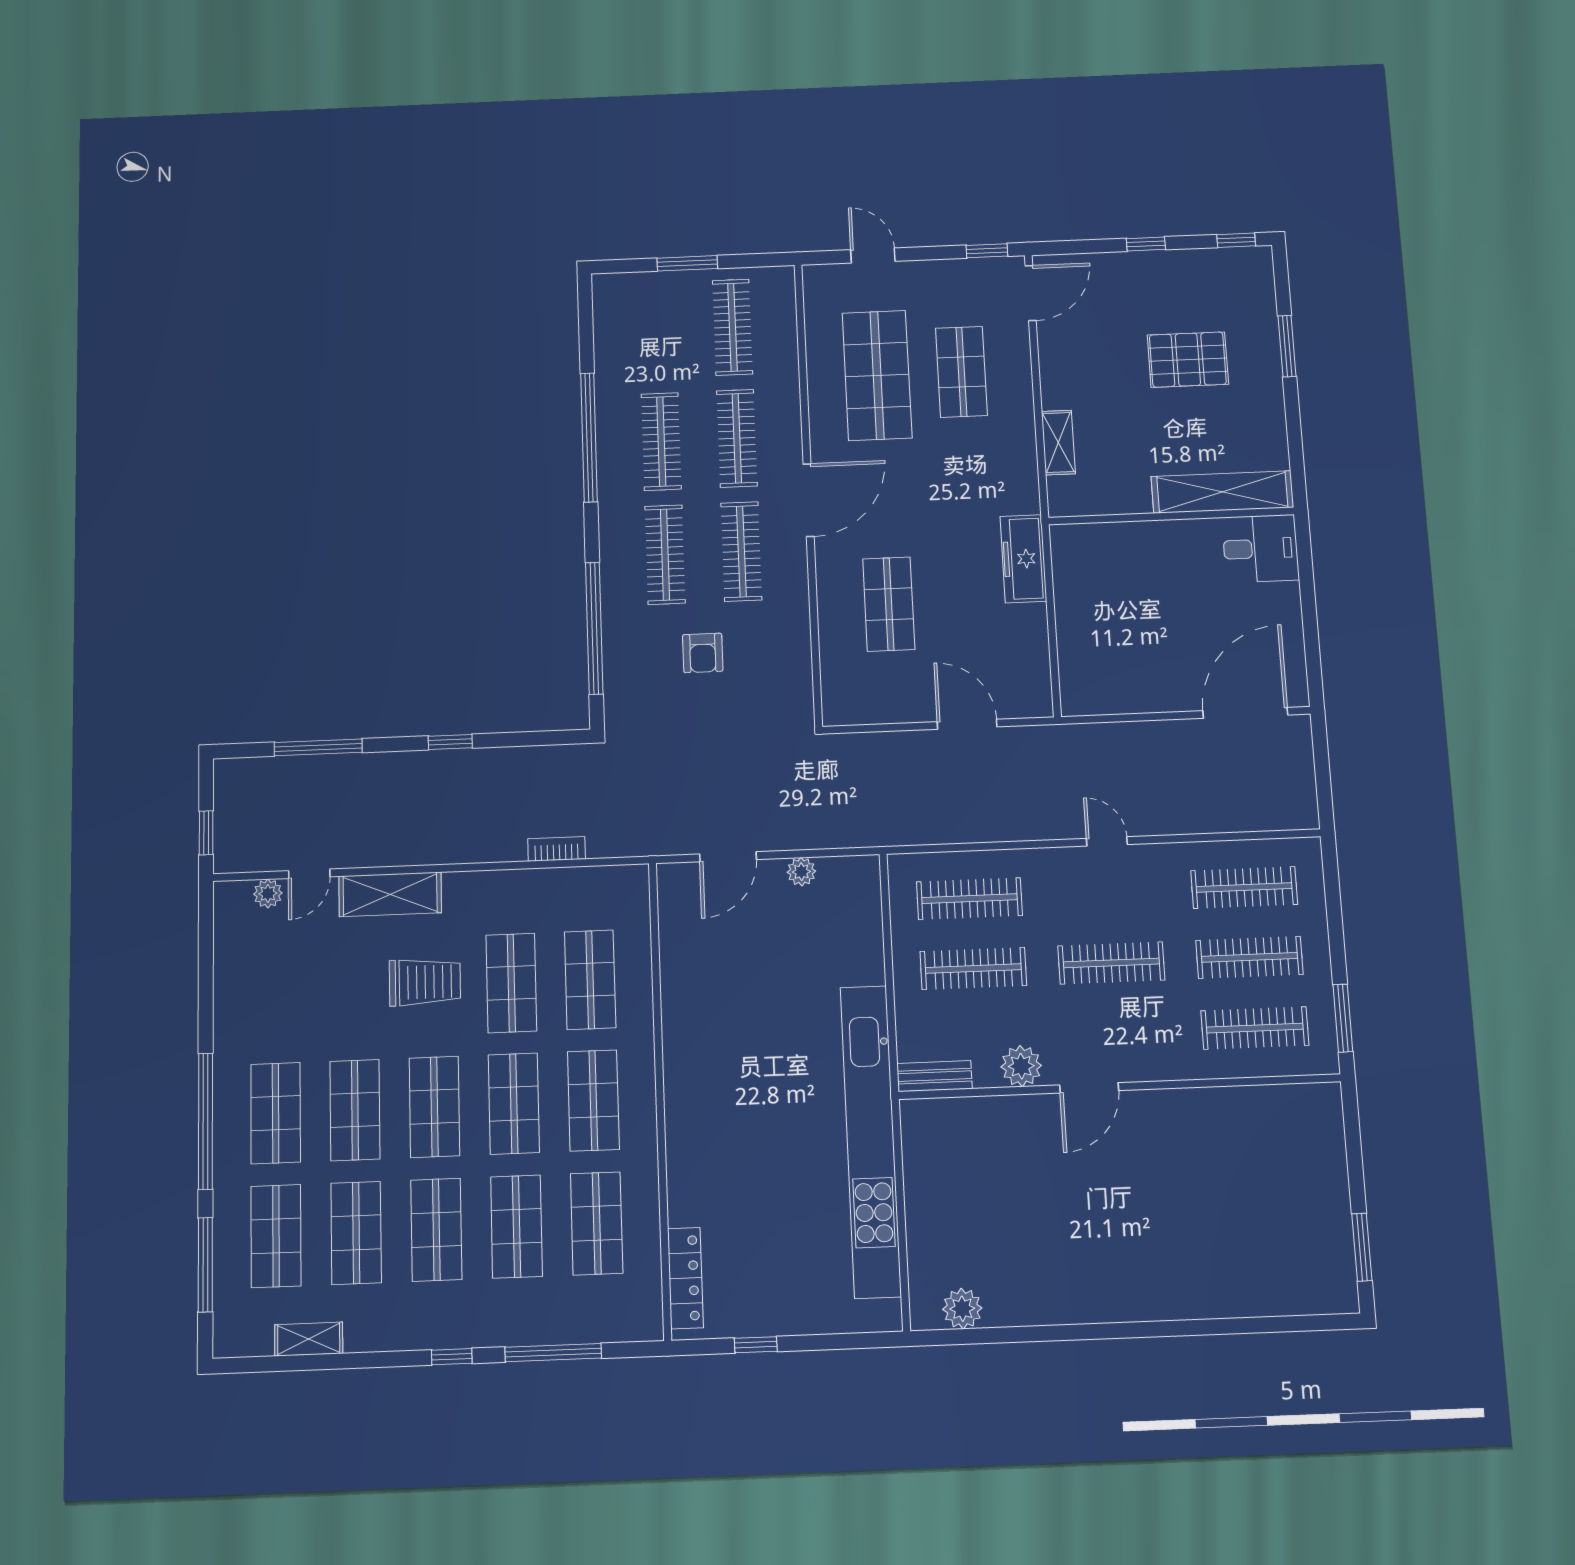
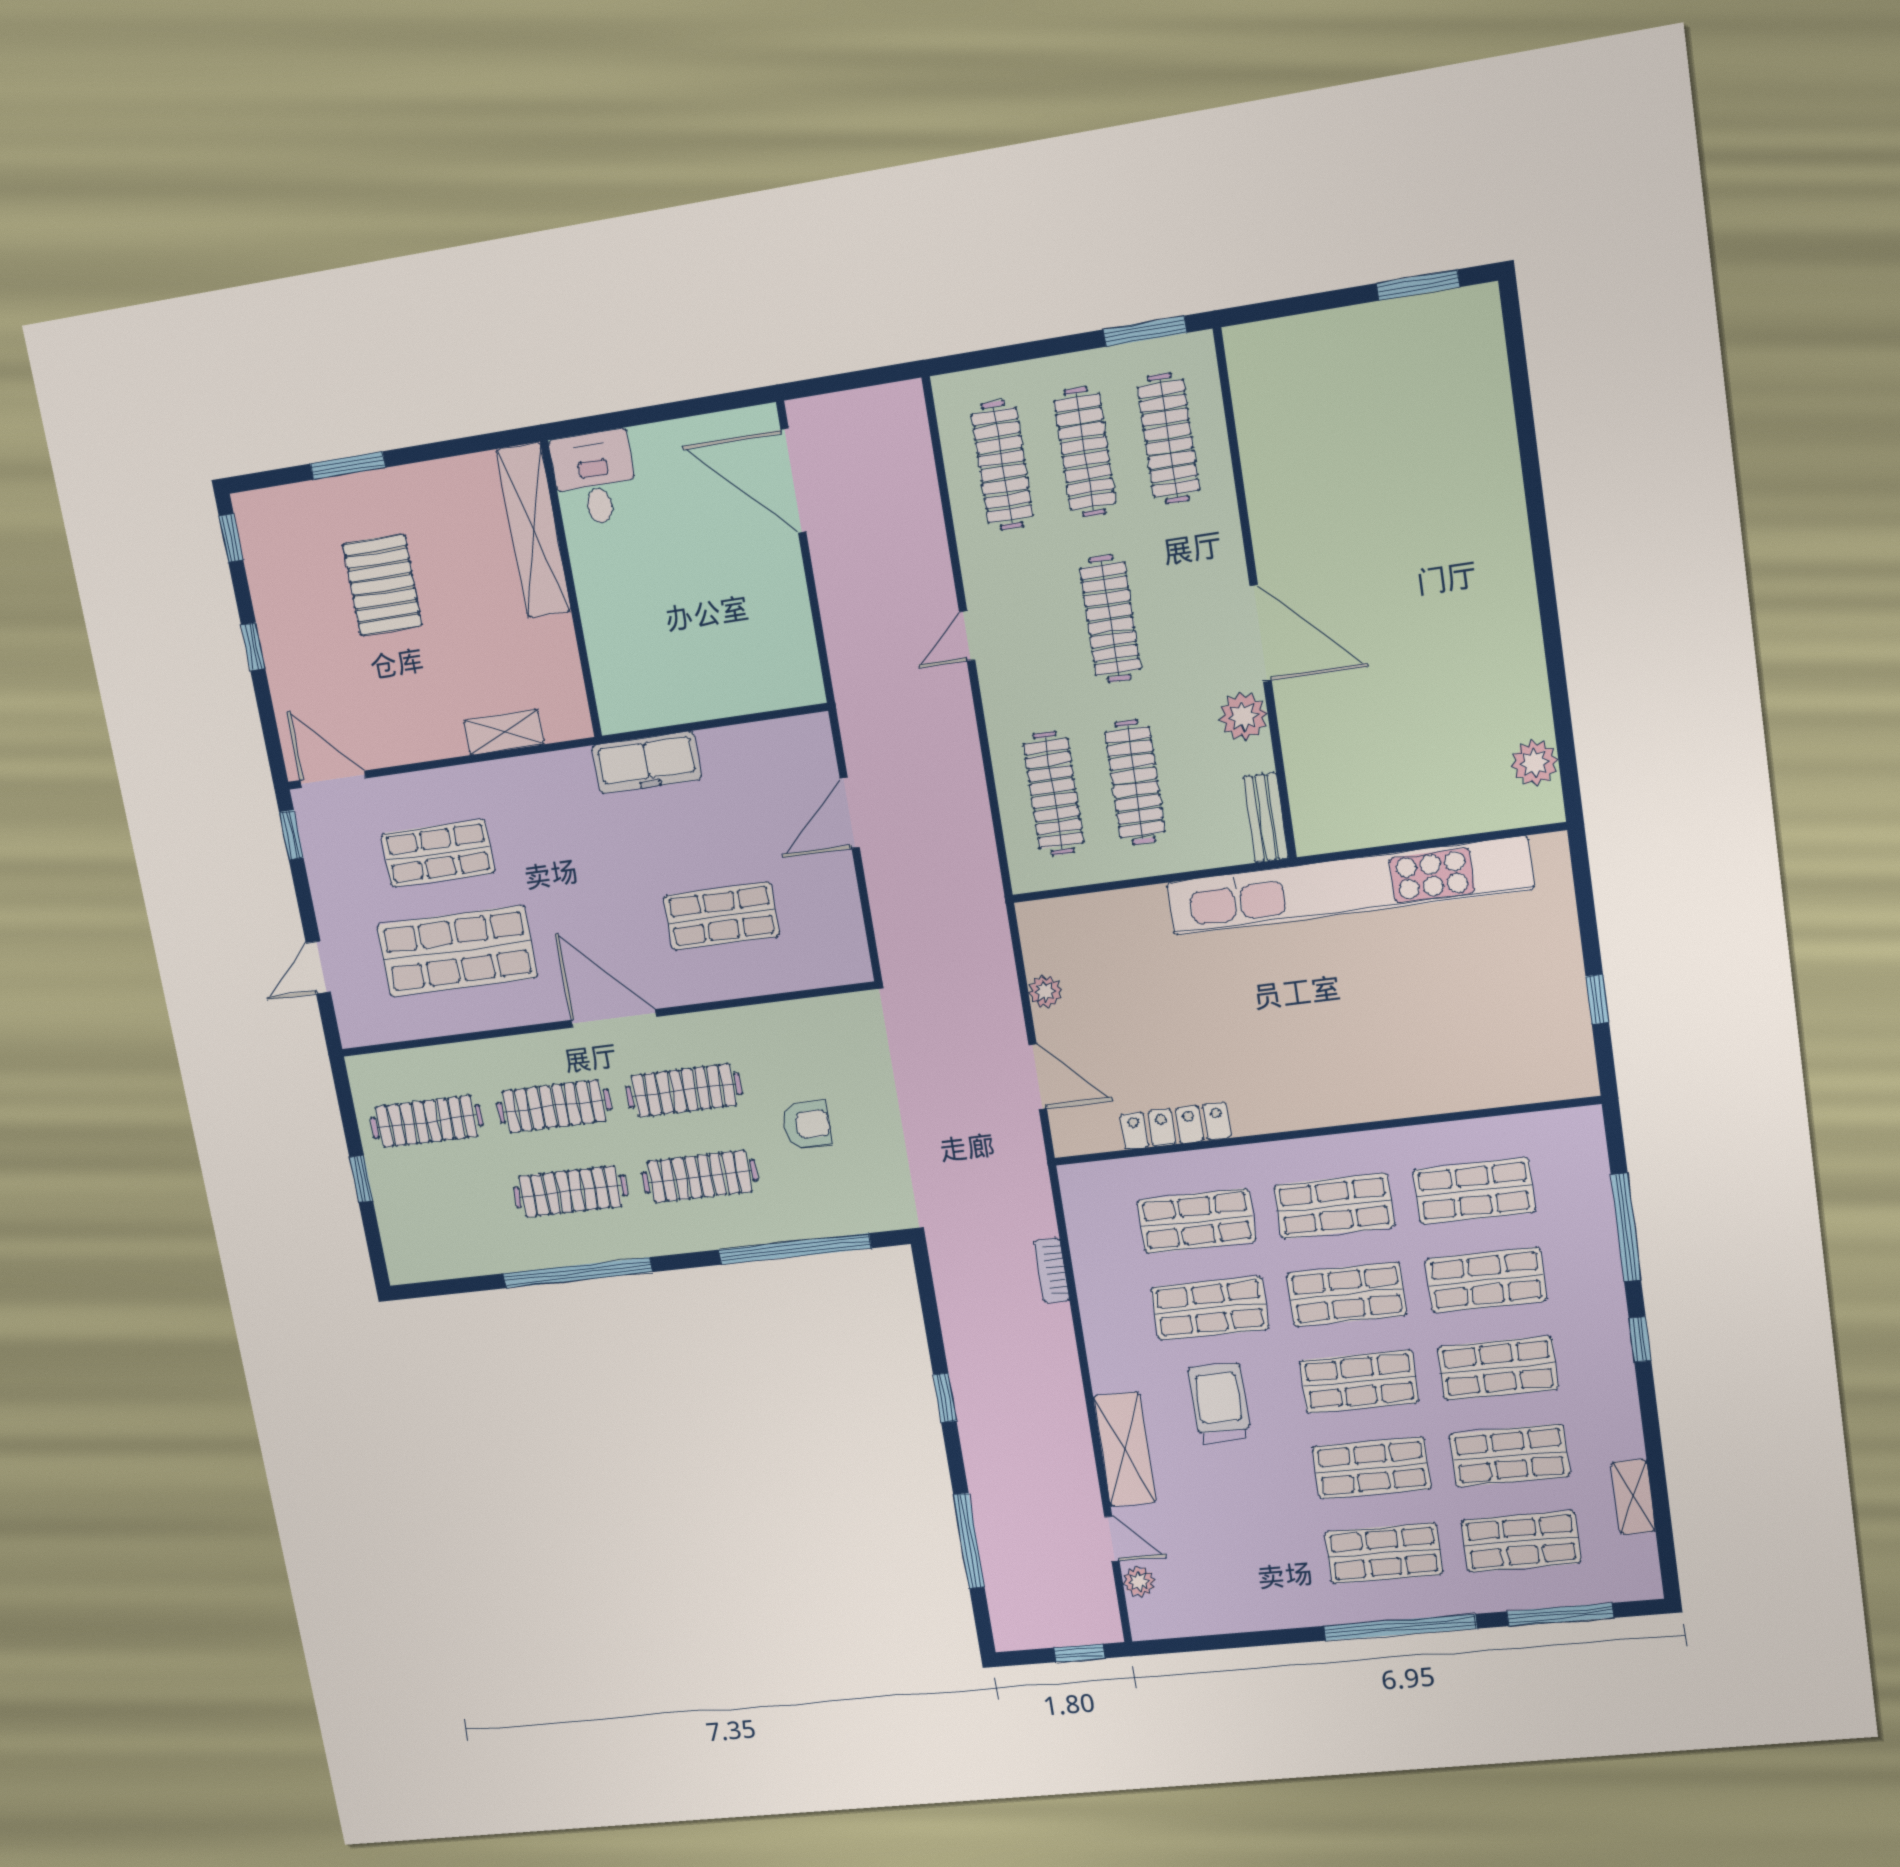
window: (687, 263) -> (361, 1179), width x0.67
door: (1089, 1088) -> (1261, 633), width x1.36
locker: (685, 1278) -> (1176, 1126), moved

